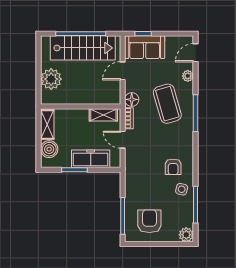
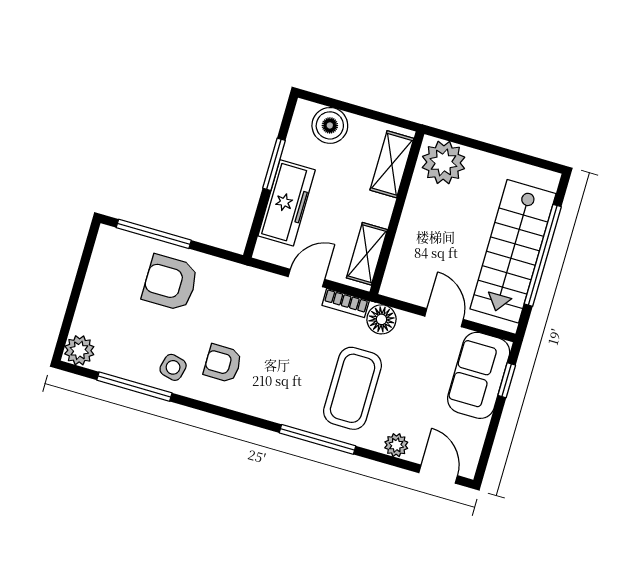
plant: (51, 79) -> (443, 162), moved
coffee table: (167, 104) -> (353, 388), turned -74
shelving: (47, 125) -> (392, 164), moved, turned 90
armchair: (149, 221) -> (170, 283), moved, turned 180

